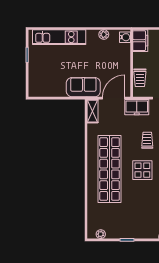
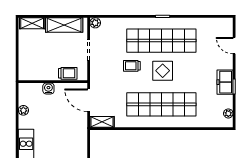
water cooler: (125, 37) -> (48, 88), moved
filing cabinet: (140, 41) -> (30, 73), removed
sofa: (83, 87) -> (77, 131), removed
freezer: (137, 107) -> (225, 82), moved, turned 180

